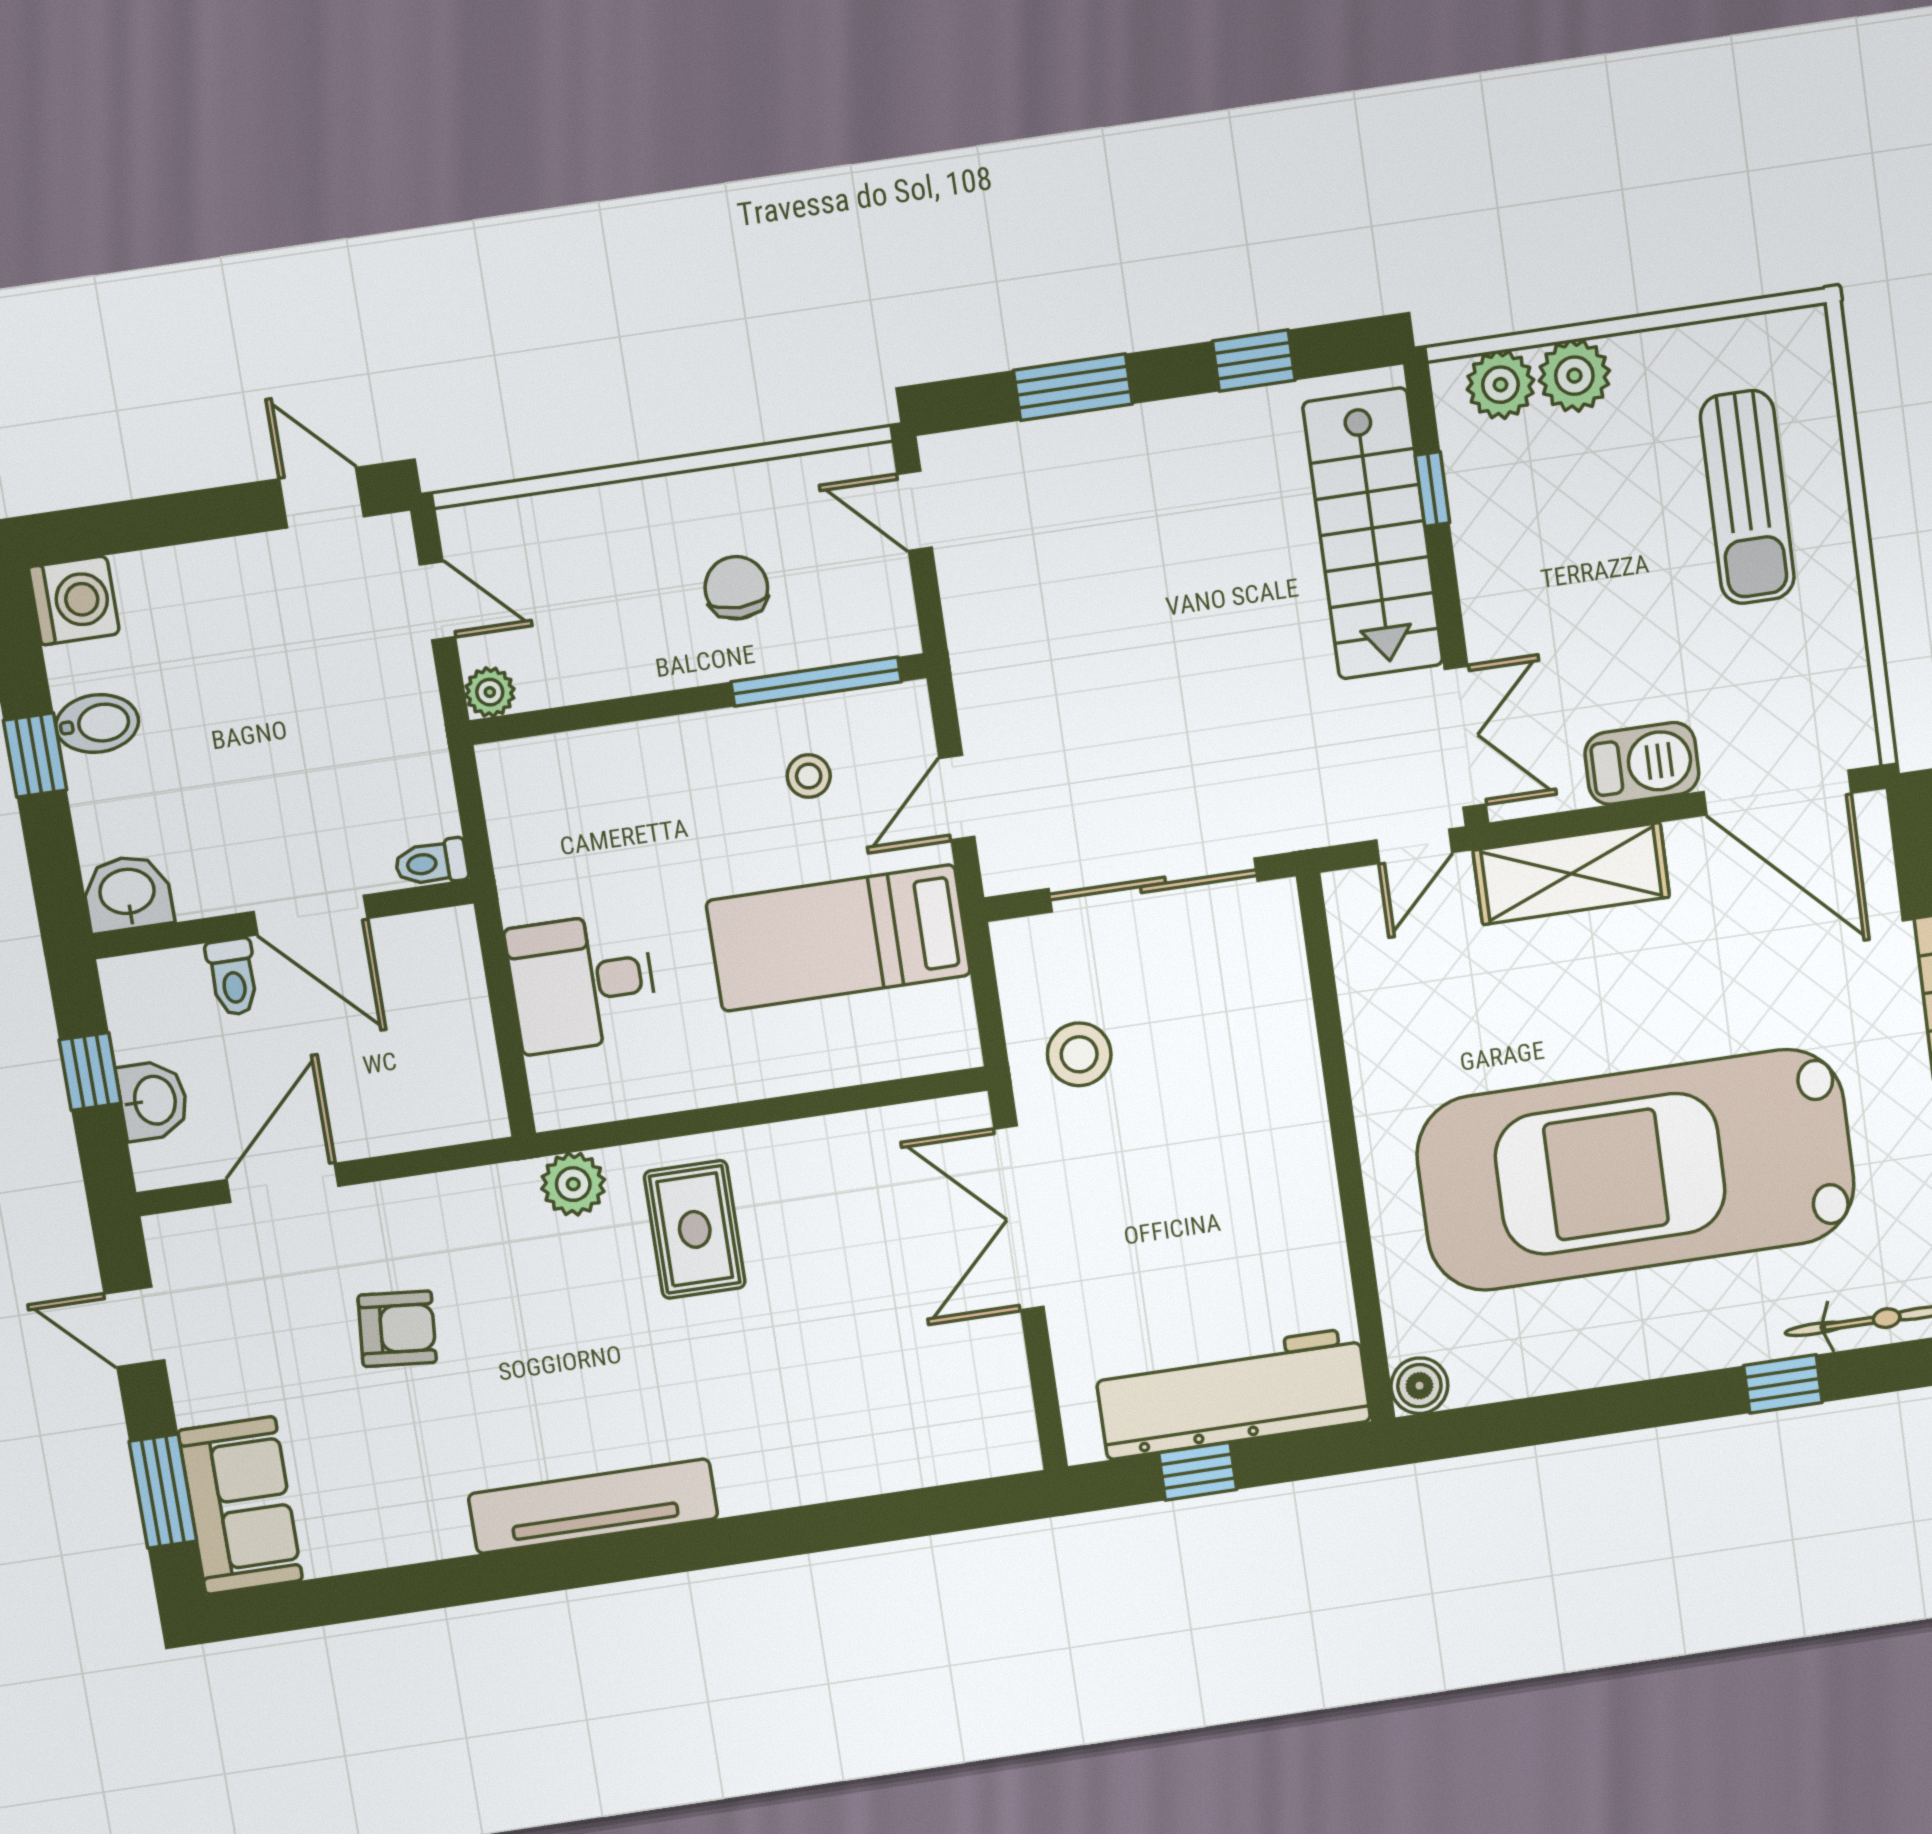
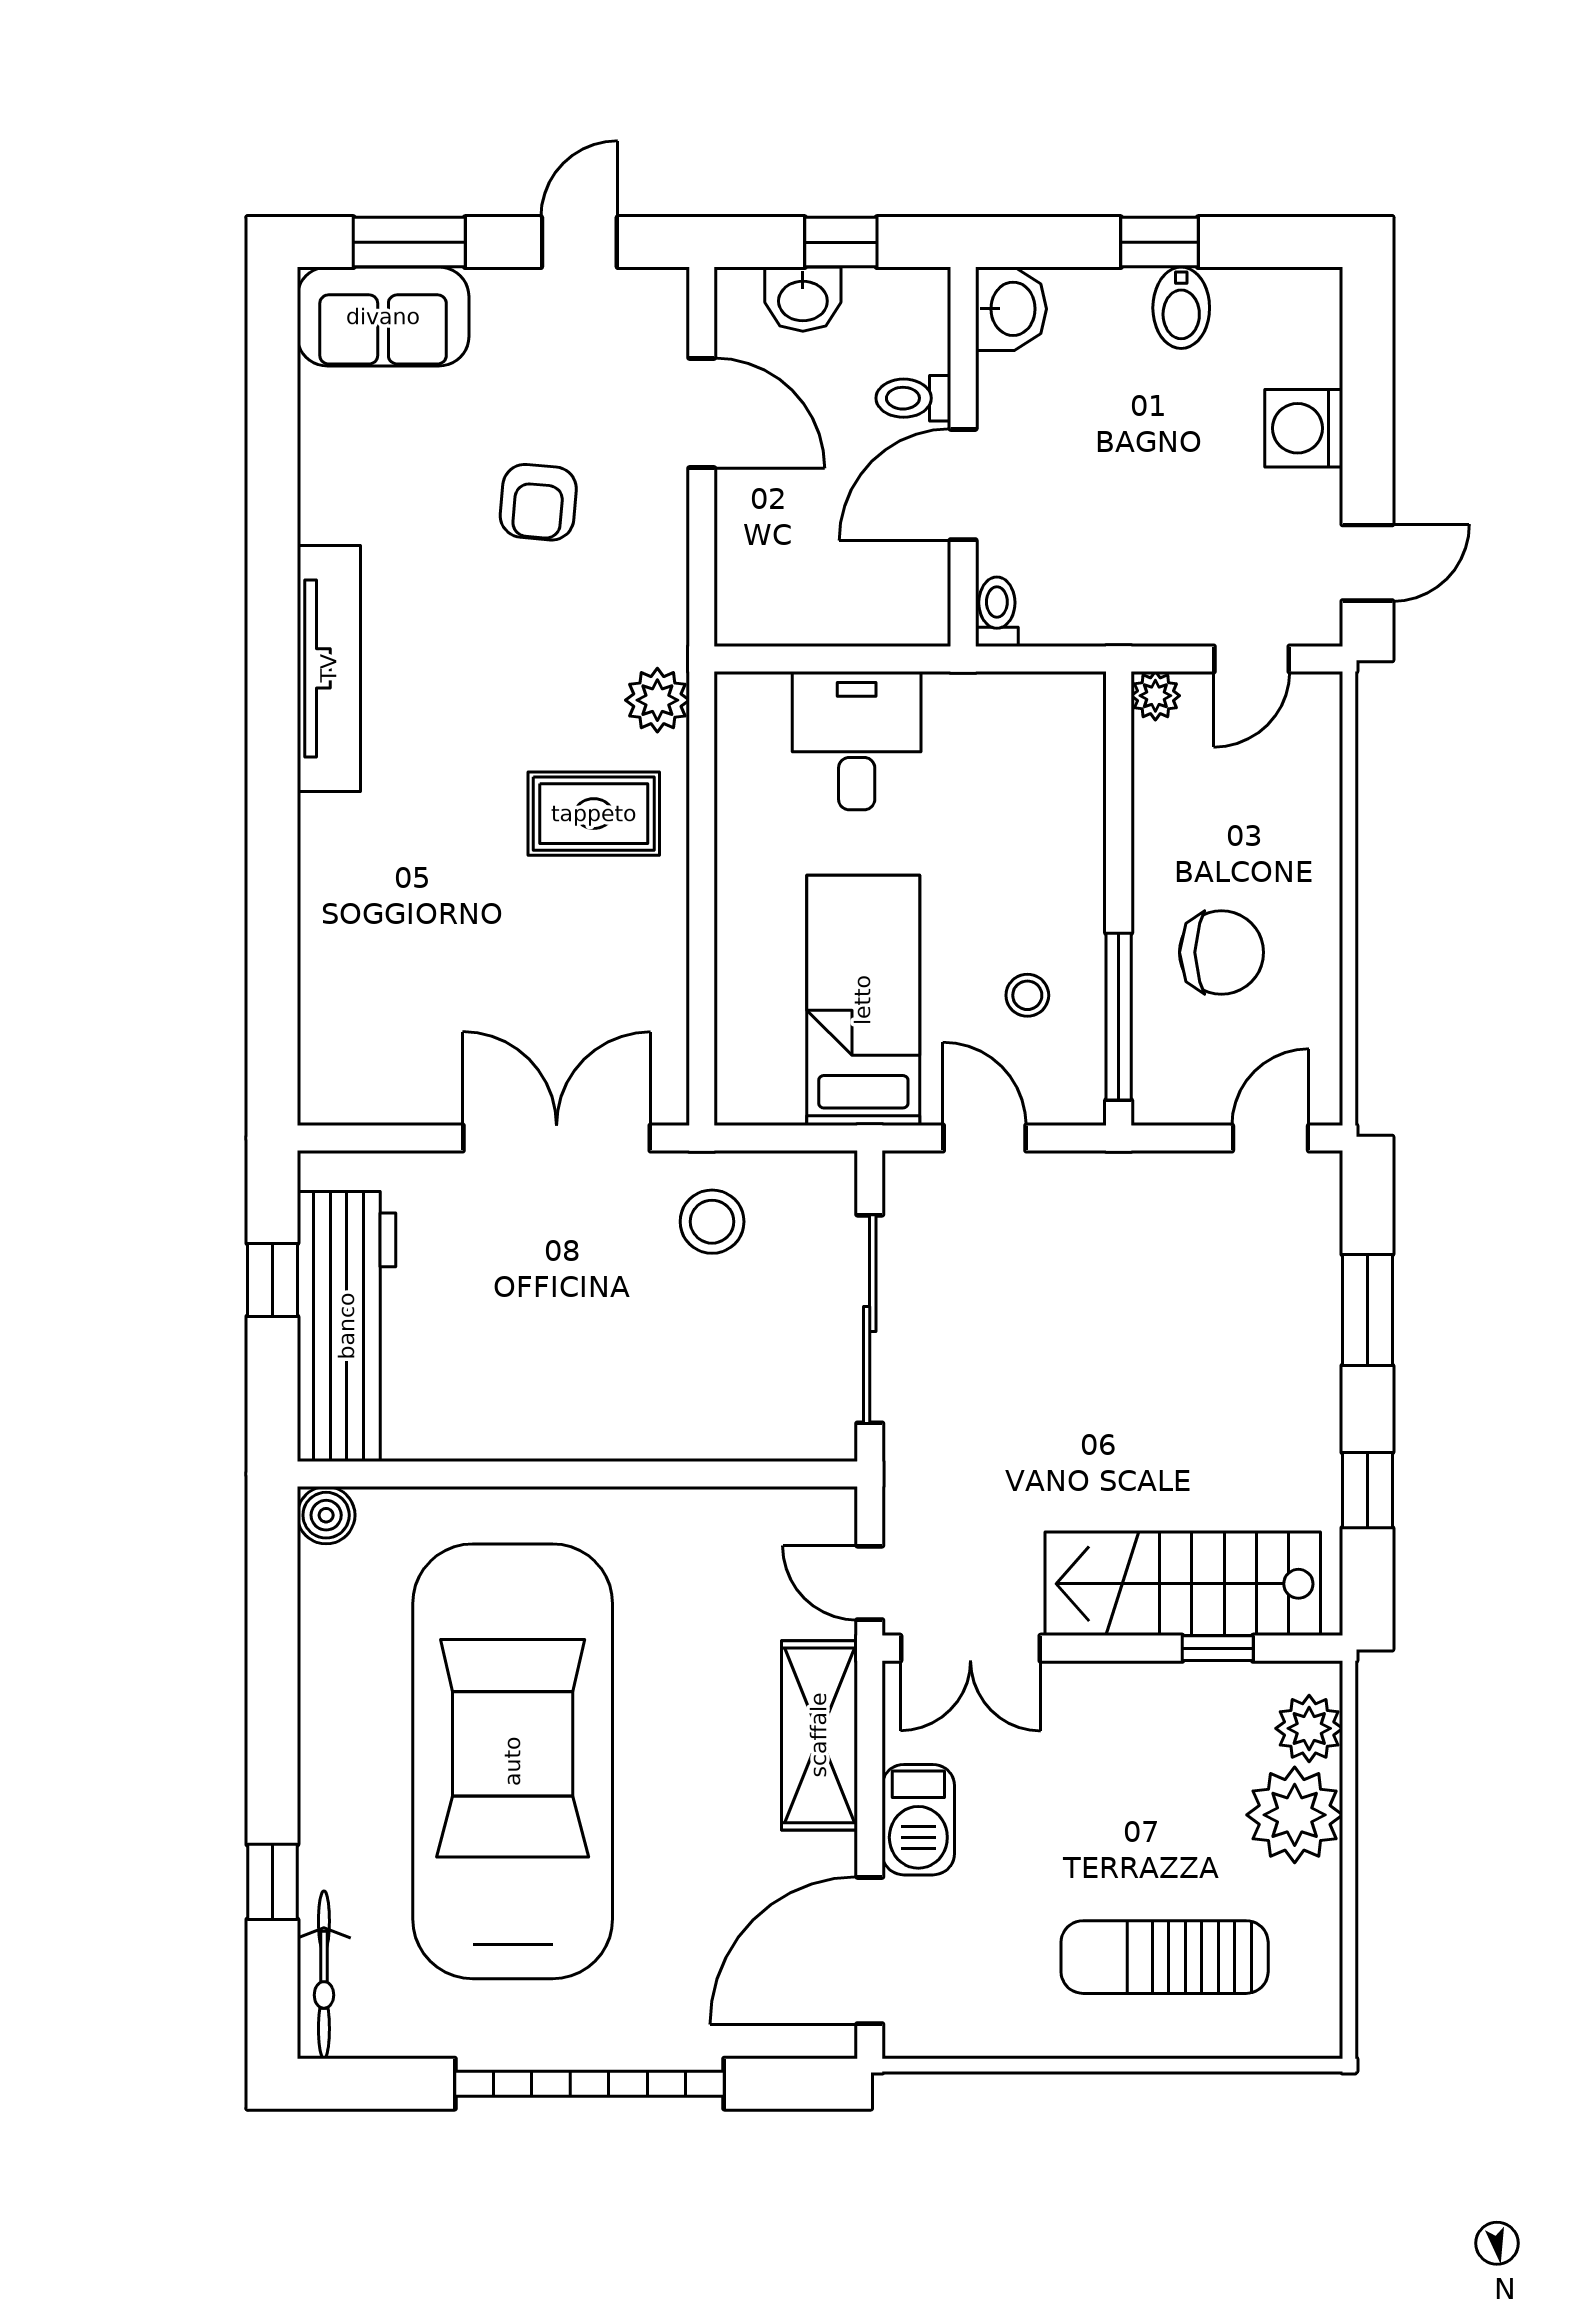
plant: (1574, 376) -> (1295, 1815), width x1.36, depth x1.36
chair: (736, 588) -> (1221, 952), width x1.37, depth x1.37
washing machine: (74, 600) -> (1304, 428), moved, turned 90

